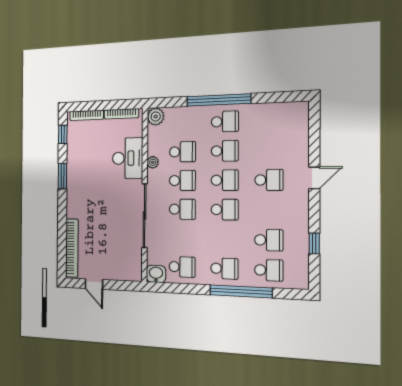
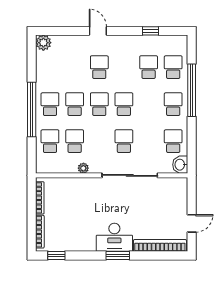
plant: (156, 117) -> (43, 43), moved
desk: (128, 158) -> (114, 237), moved, turned 180
window: (62, 176) -> (118, 256), moved
school desk: (182, 180) -> (50, 141), moved

